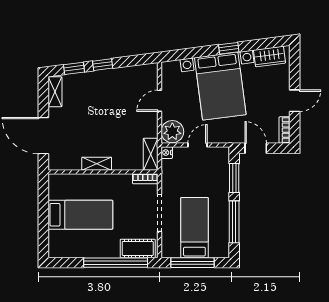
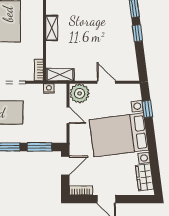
window: (229, 48) -> (147, 109), moved
nightstand: (167, 153) -> (49, 89), moved

